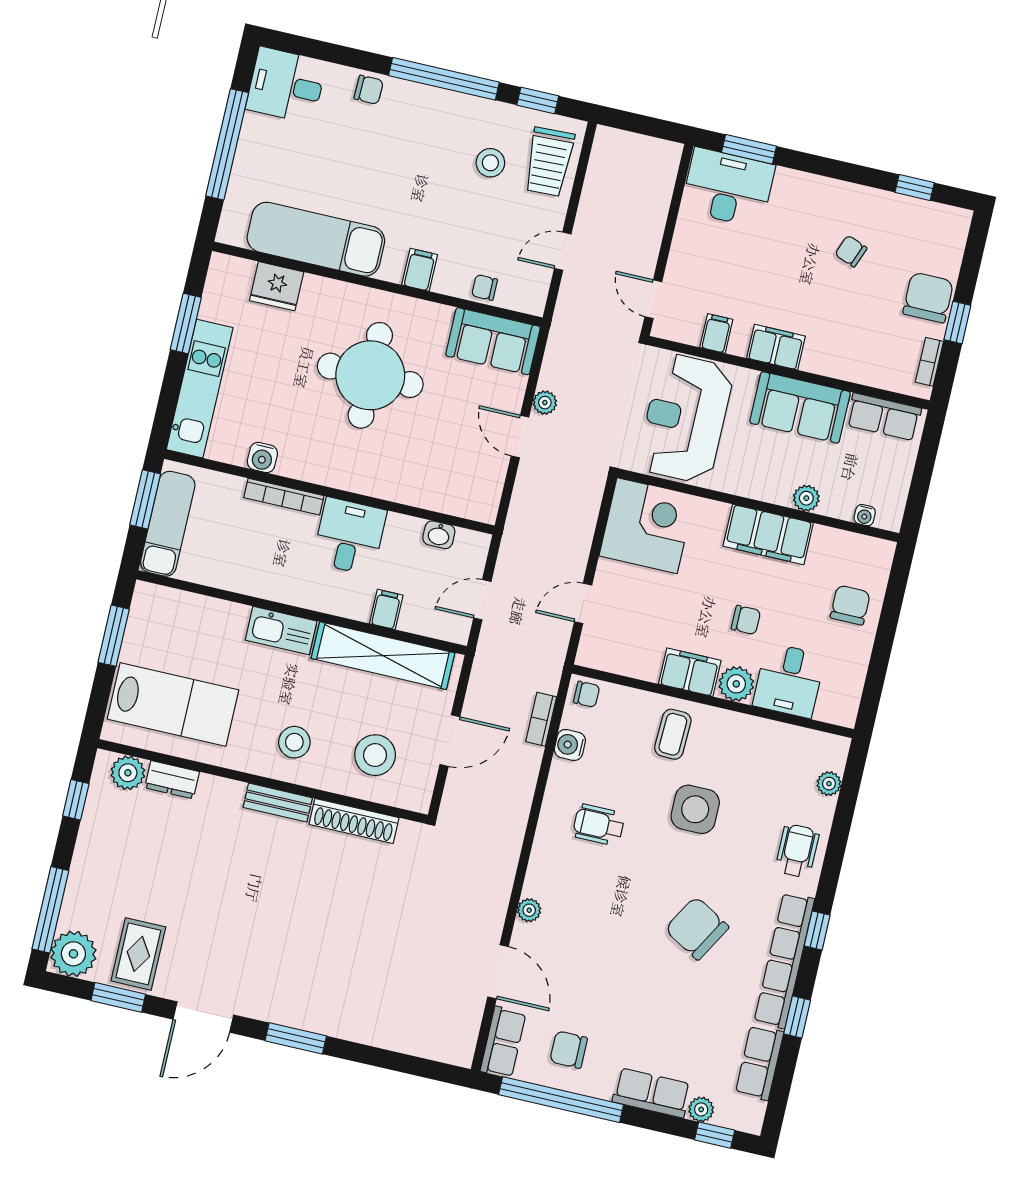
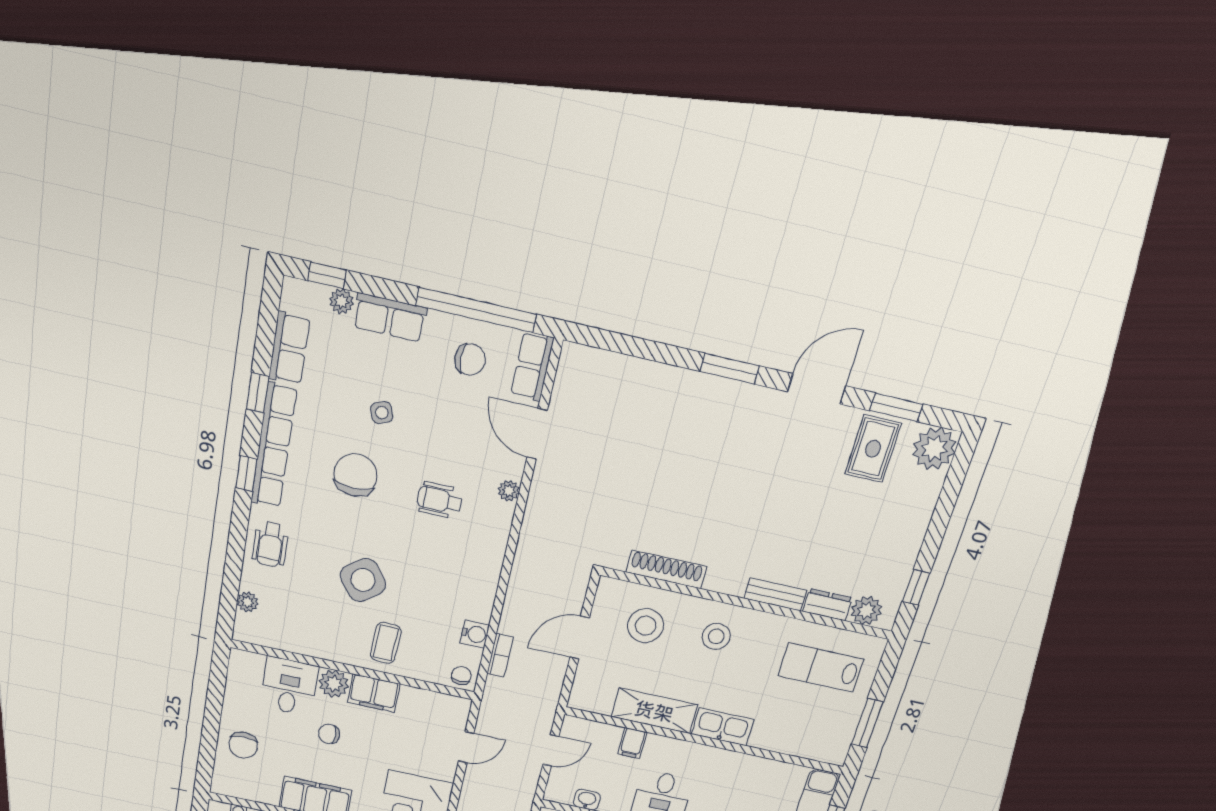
shelving: (383, 656) -> (654, 711), width x0.68
chair: (587, 694) -> (461, 676), turned 90
lab bench: (173, 705) -> (821, 668), width x0.73, depth x0.72
bench: (278, 803) -> (775, 594), moved
side table: (695, 809) -> (363, 580), turned -37
wheelchair: (599, 825) -> (440, 500), moved, turned 180
window: (50, 910) -> (951, 489), removed
chair: (697, 928) -> (355, 475), turned -120
side table: (665, 995) -> (382, 413), added

